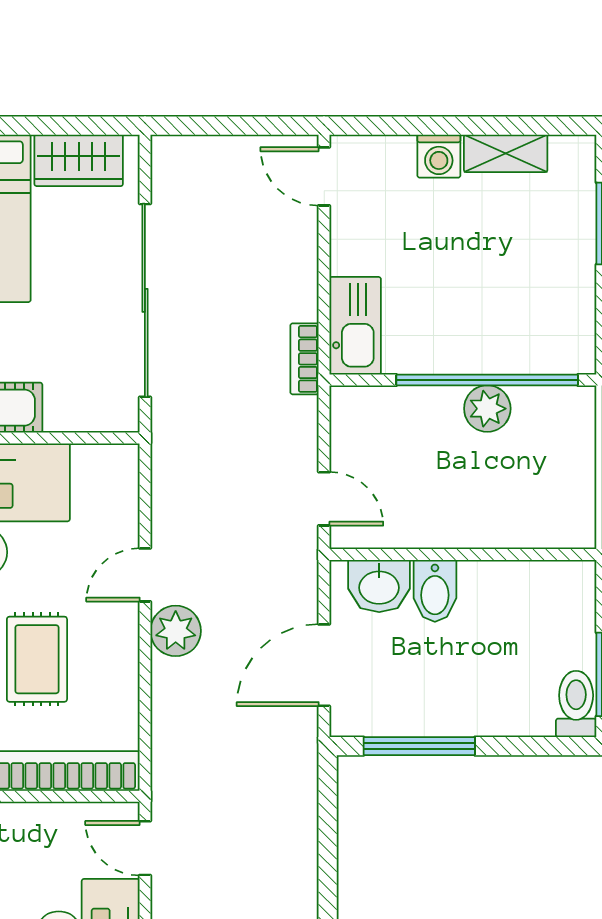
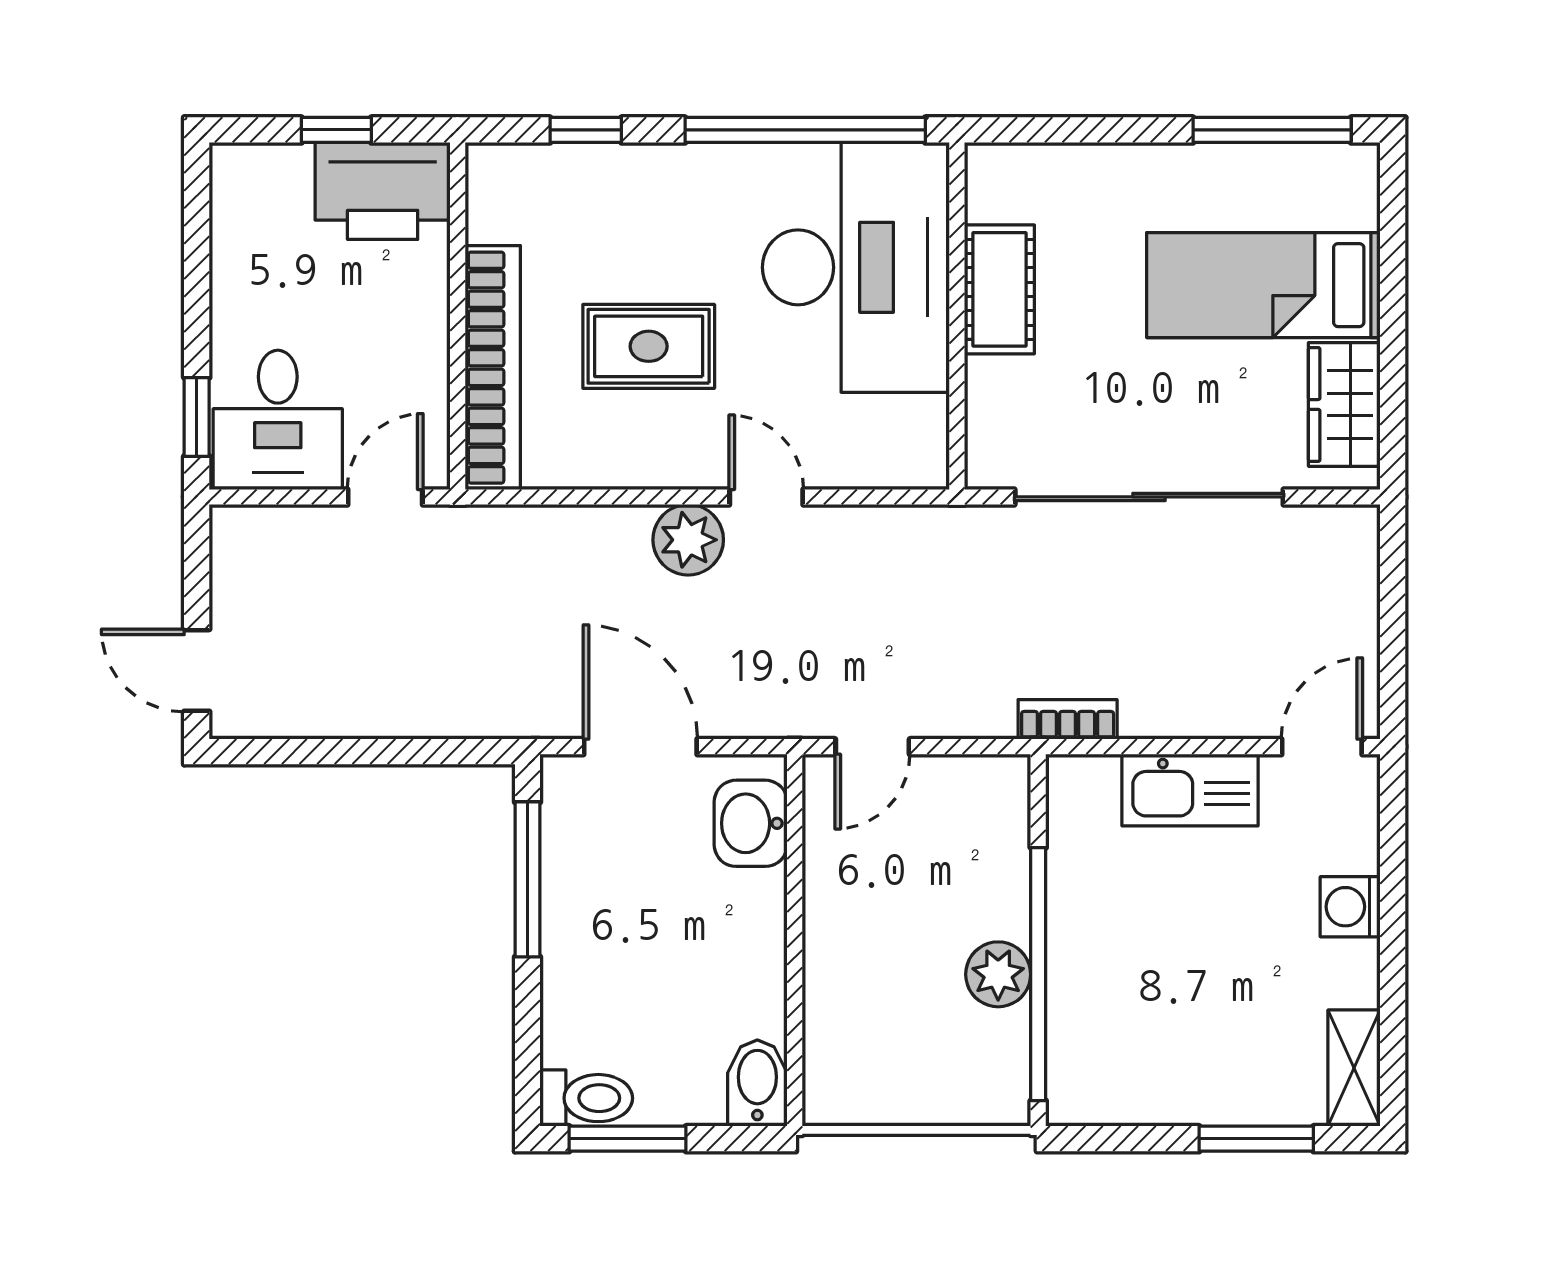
shelving: (506, 153) -> (1354, 1068), moved
kitchen sink: (355, 326) -> (1190, 790), moved
bidet: (435, 591) -> (757, 1083), moved, turned 90

